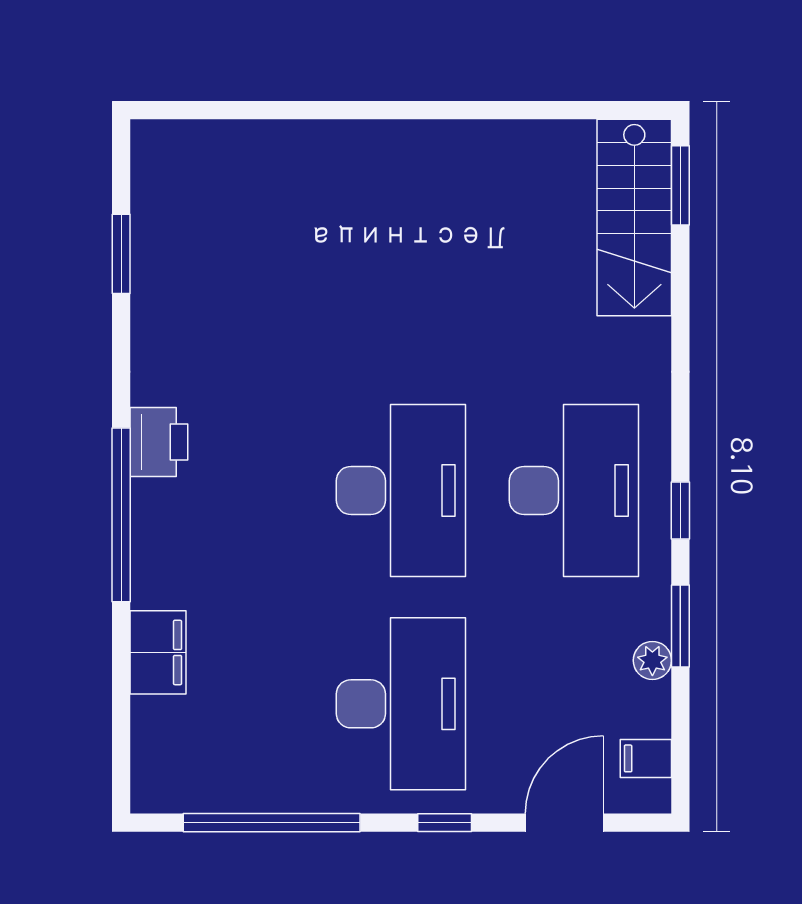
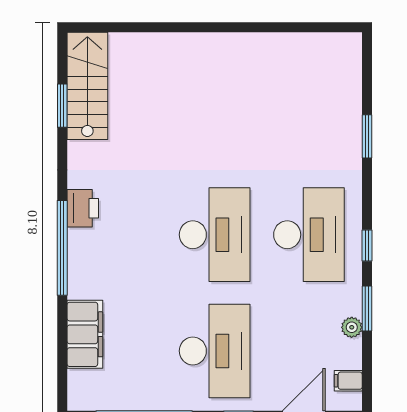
window: (680, 185) -> (367, 136), moved
stairs: (634, 218) -> (87, 86), moved, turned 180
filing cabinet: (158, 652) -> (85, 334), width x1.50, depth x1.17

